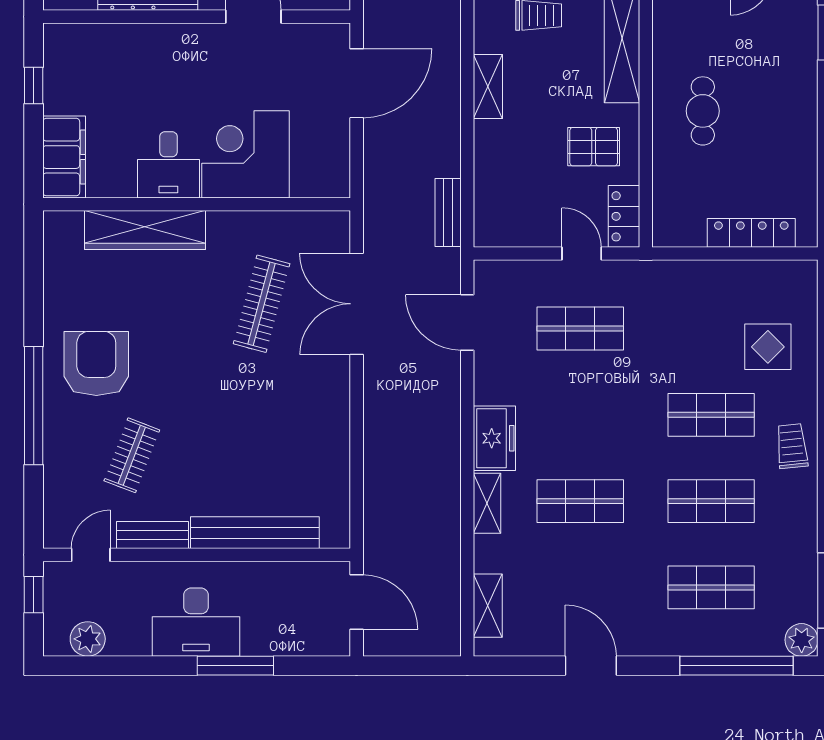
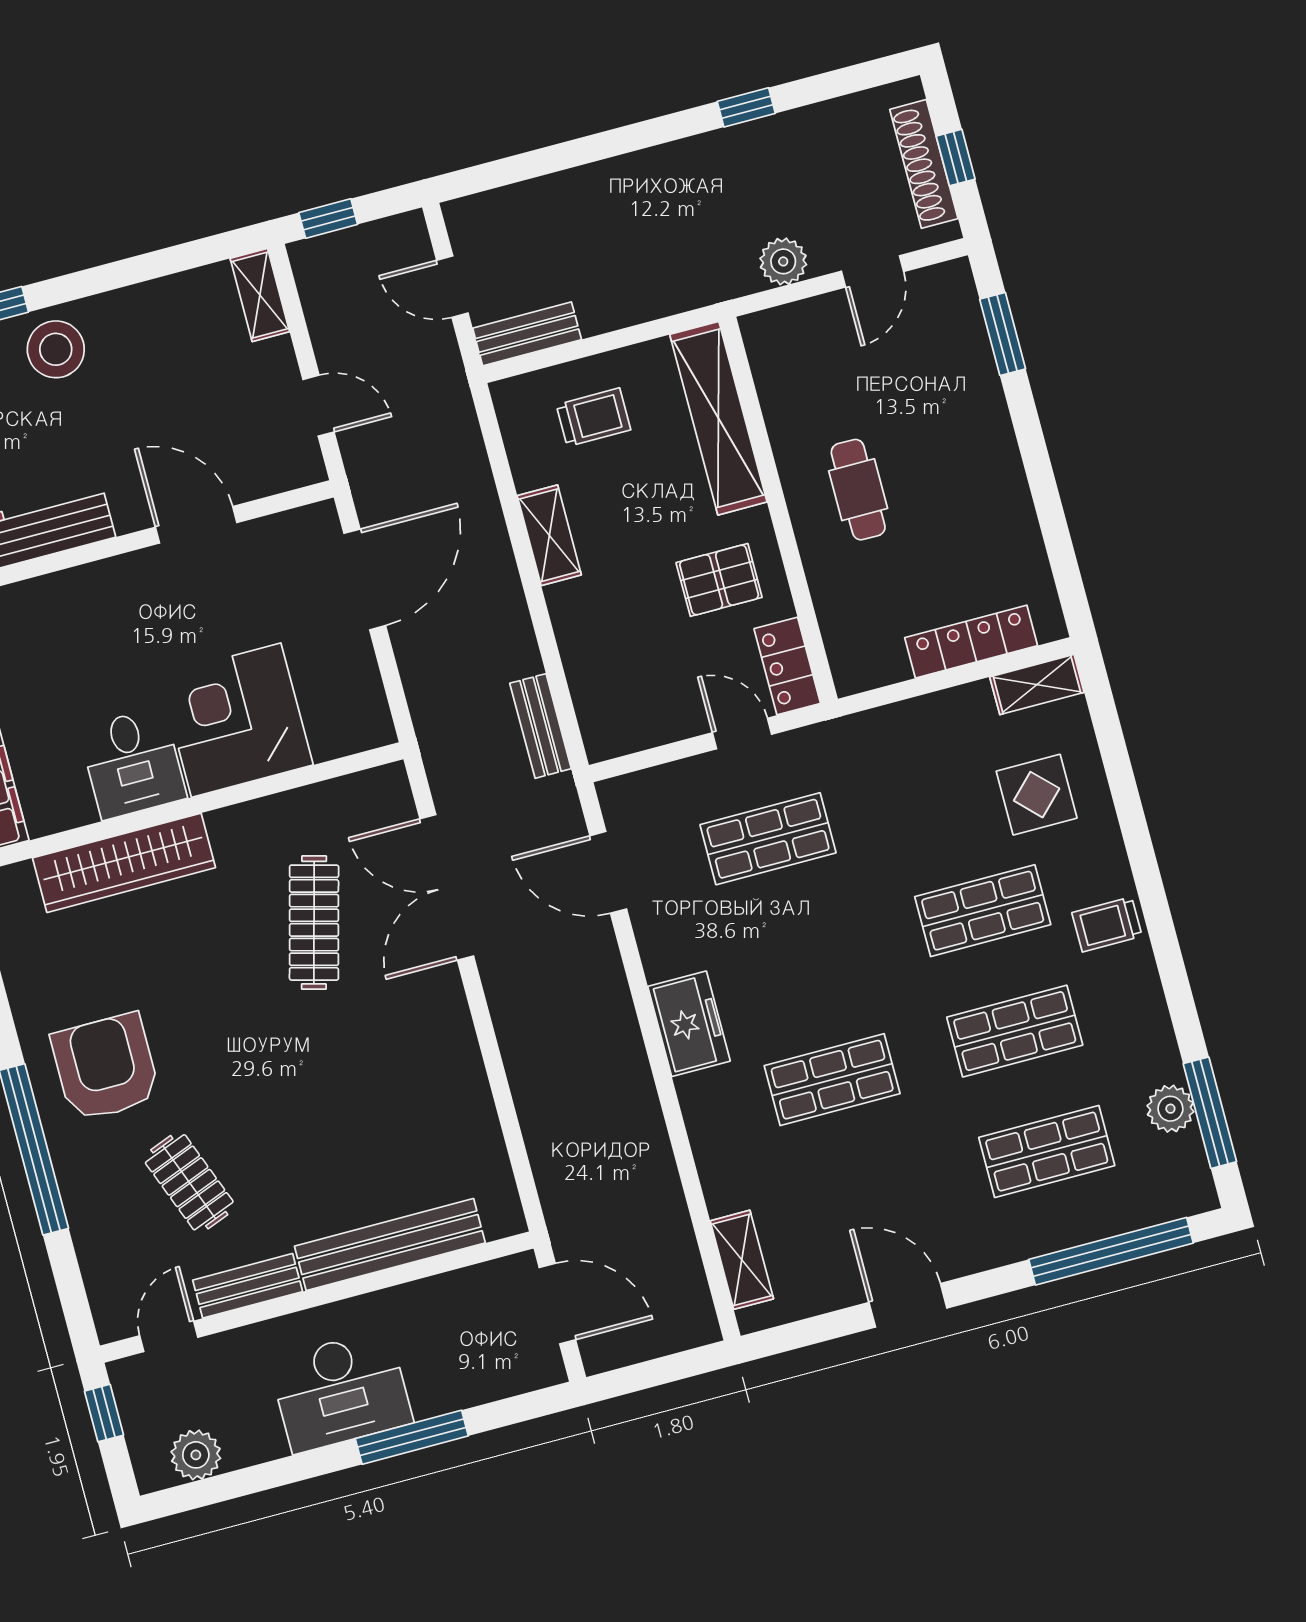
trolley: (792, 446) -> (1107, 924), turned -84
clothes rail: (132, 455) -> (189, 1182), turned -42
shelving: (487, 503) -> (1037, 685), moved, turned 90
plant: (802, 640) -> (1170, 1109), moved

